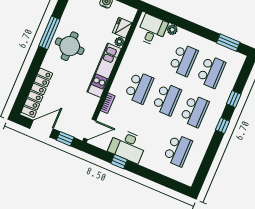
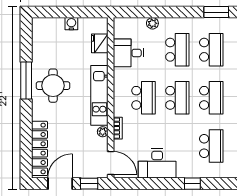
desk: (152, 30) -> (128, 53), moved, turned -90
plant: (119, 42) -> (103, 132), moved
door: (90, 129) -> (111, 163), hinge flipped
window: (119, 162) -> (192, 184), moved

